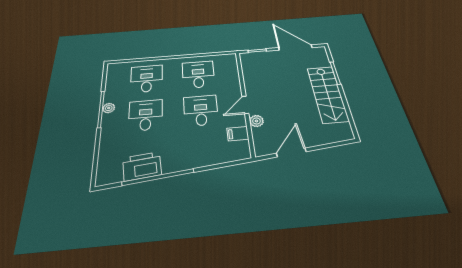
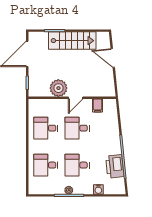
door: (245, 105) -> (76, 98), hinge flipped
plant: (256, 121) -> (58, 88), moved, width x1.87, depth x1.87
water cooler: (106, 146) -> (98, 190), added
door: (291, 152) -> (113, 58), moved

